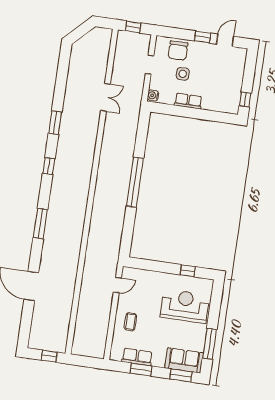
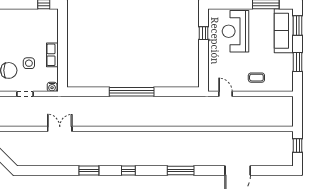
row of seats: (137, 357) -> (287, 67), removed
sofa: (184, 360) -> (284, 31), width x1.36

